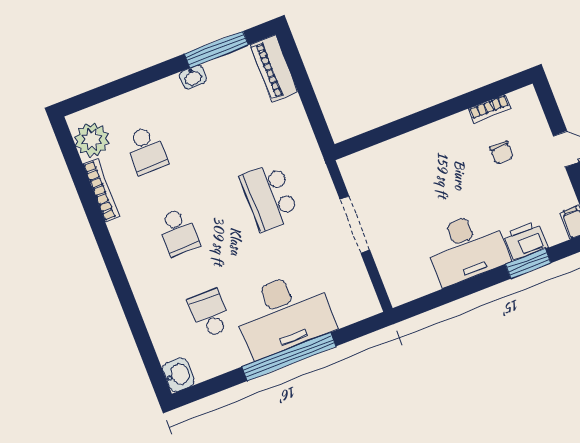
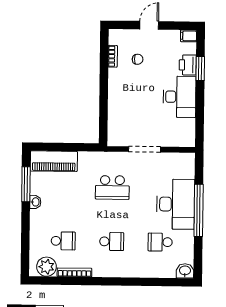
piano: (274, 68) -> (54, 161), width x1.37, depth x1.33

